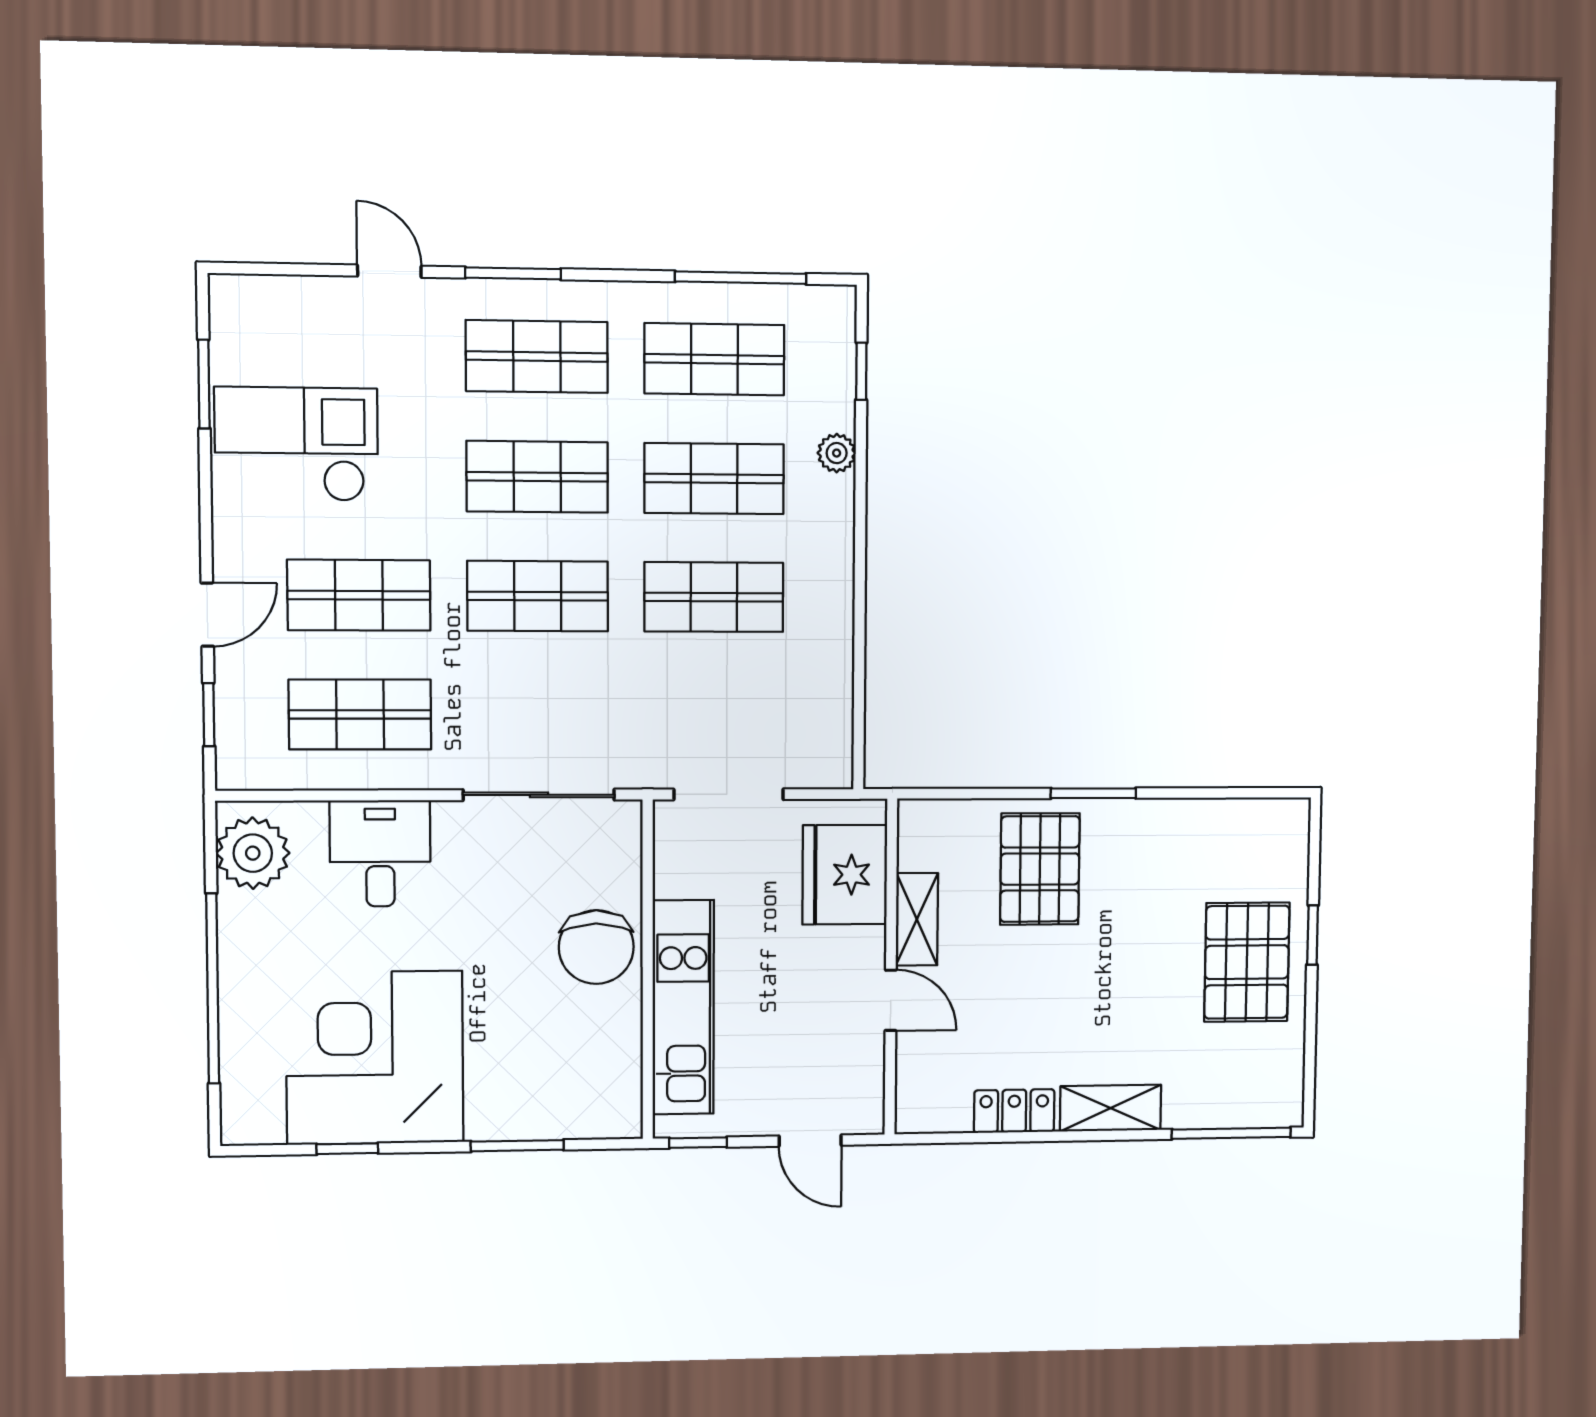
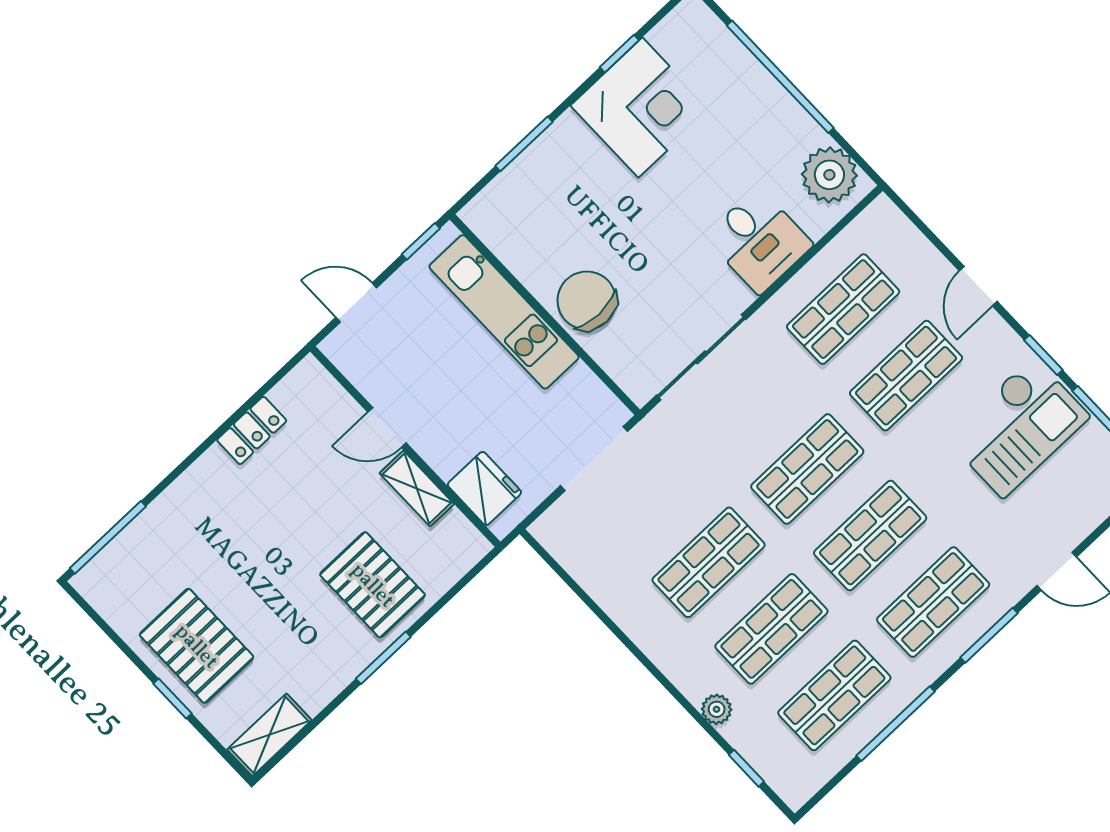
window: (741, 278) -> (896, 724), moved
window: (209, 715) -> (1043, 355), moved
fridge: (845, 875) -> (484, 488), width x0.73, depth x0.75
corner desk: (375, 1058) -> (640, 108), width x0.74, depth x0.74
shelving: (1111, 1108) -> (269, 735), moved

